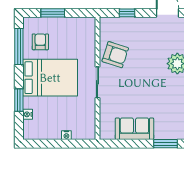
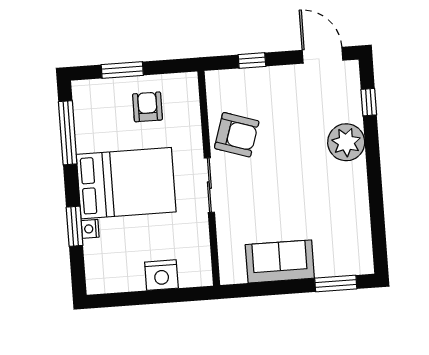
armchair: (40, 42) -> (148, 107), moved
nightstand: (28, 114) -> (90, 229), moved
nightstand: (66, 135) -> (161, 275), width x1.89, depth x1.79

